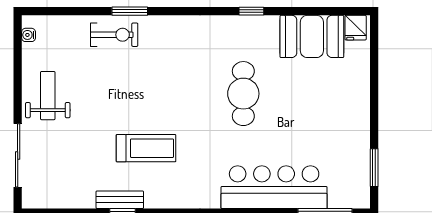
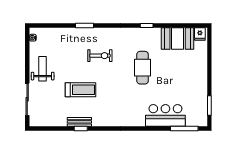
exercise bike: (114, 35) -> (100, 56), moved
treadmill: (146, 148) -> (80, 90), moved
bar counter: (274, 187) -> (165, 115), width x0.73

